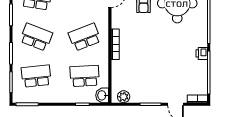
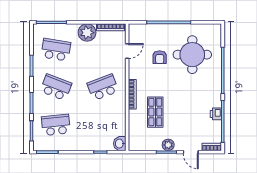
printer: (202, 53) -> (216, 114), moved
shop shelf: (139, 63) -> (155, 112), added
school desk: (85, 76) -> (103, 125), removed
plant: (124, 97) -> (168, 145), moved

